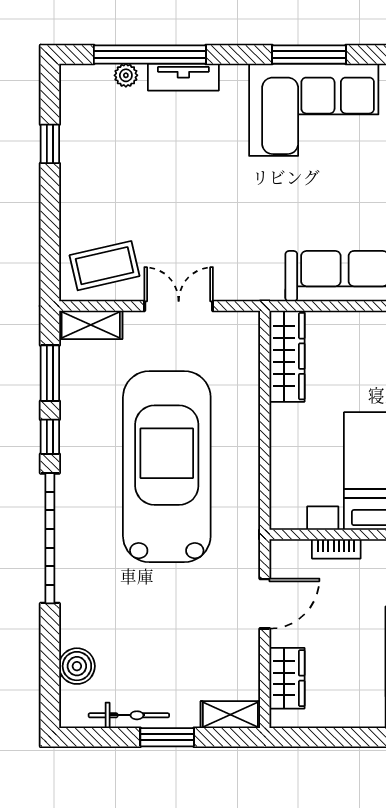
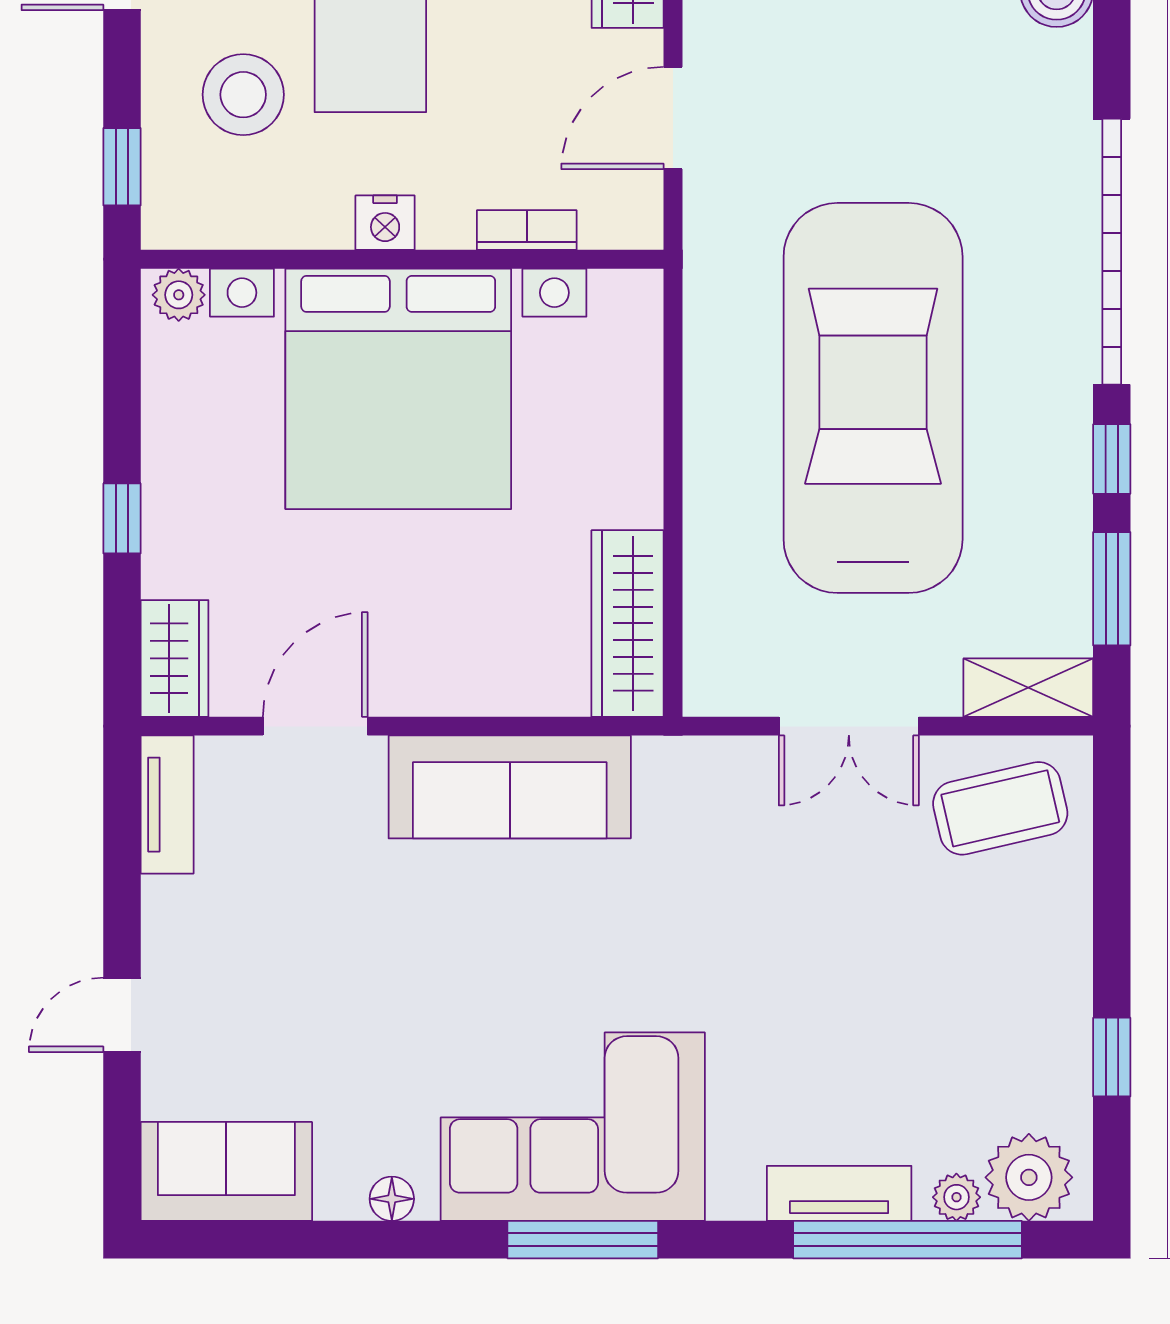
plant: (90, 85) -> (1029, 1177), added
car: (167, 467) -> (873, 398), turned 180

